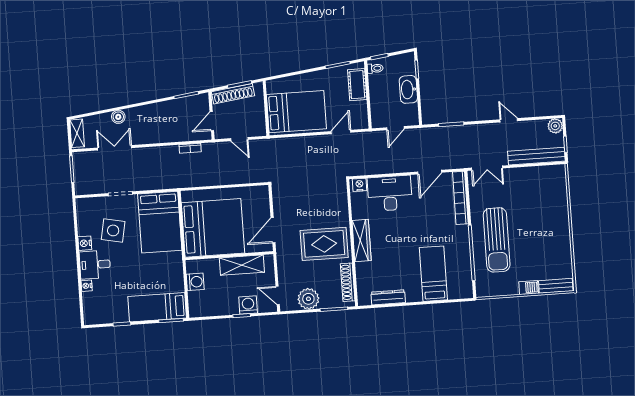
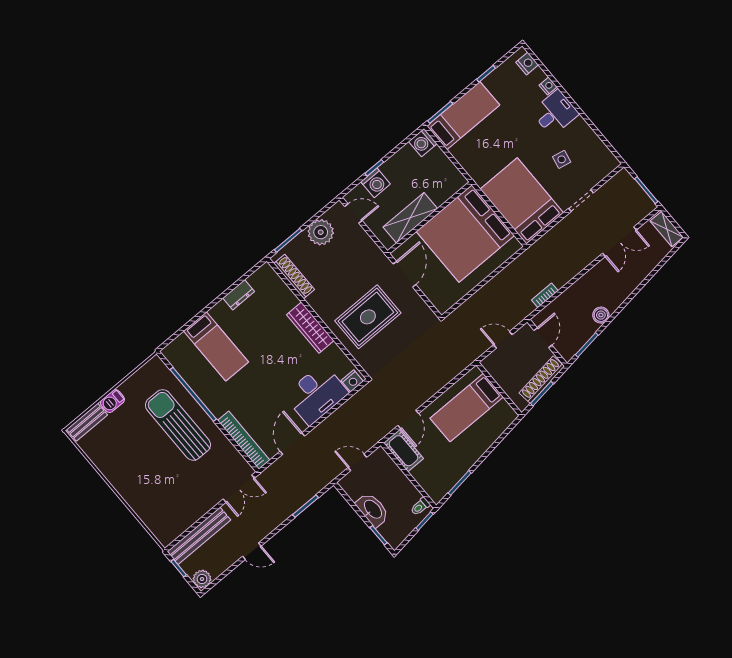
cot: (357, 85) -> (403, 451), moved
bed: (296, 112) -> (467, 408), width x0.67
boiler: (118, 117) -> (601, 315), moved
door: (395, 128) -> (357, 462), hinge flipped
double door: (487, 168) -> (239, 489), swing flipped
side table: (113, 230) -> (562, 159), width x0.54, depth x0.54
nightstand: (85, 243) -> (527, 64), moved
rug: (324, 244) -> (368, 317), moved
washing machine: (195, 282) -> (423, 143), moved
dresser: (388, 297) -> (239, 295), width x0.70

